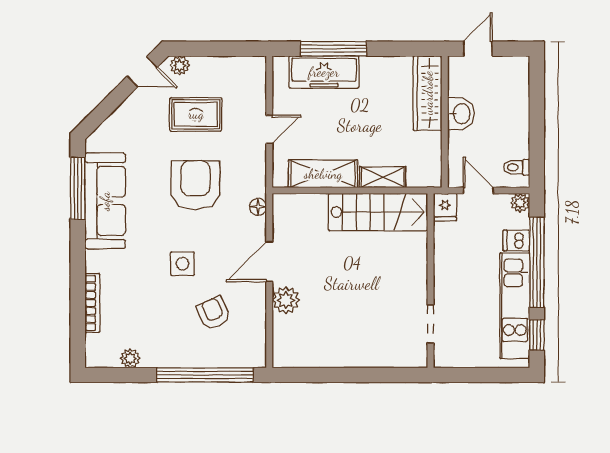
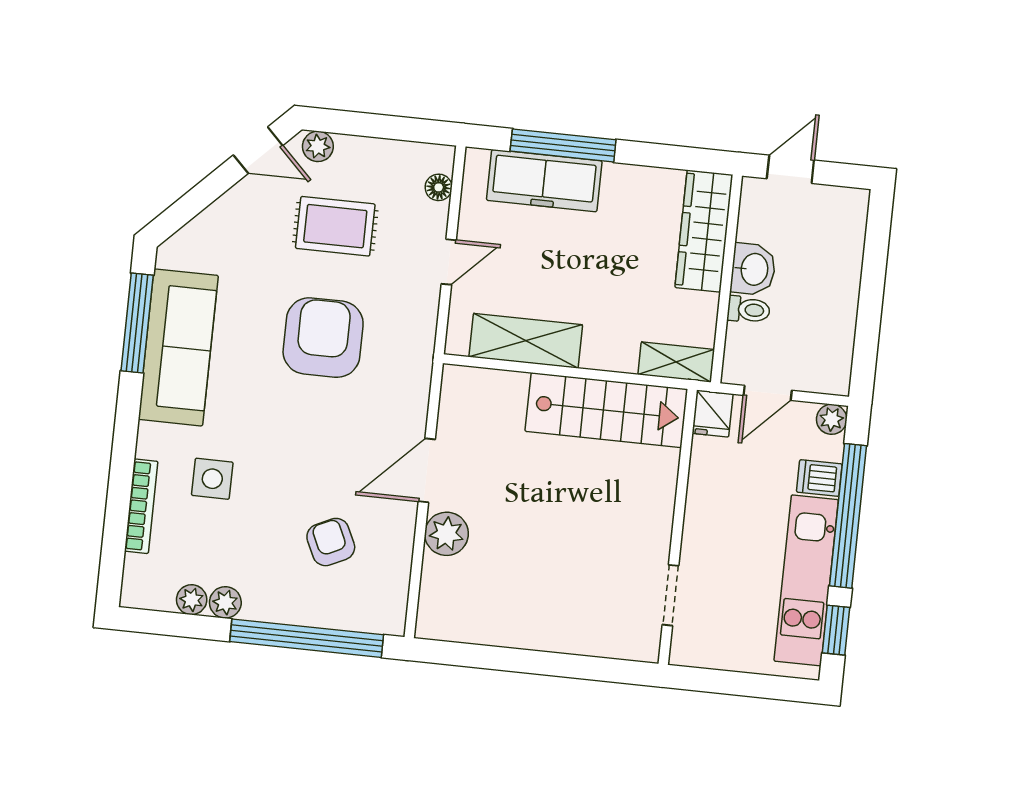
toilet: (517, 167) -> (749, 310), moved, turned 180
shelving: (383, 177) -> (676, 362), moved
door: (478, 190) -> (768, 393), swing flipped
floor lamp: (258, 207) -> (439, 187), moved
side table: (182, 264) -> (212, 479), moved
plant: (152, 358) -> (225, 602), added

